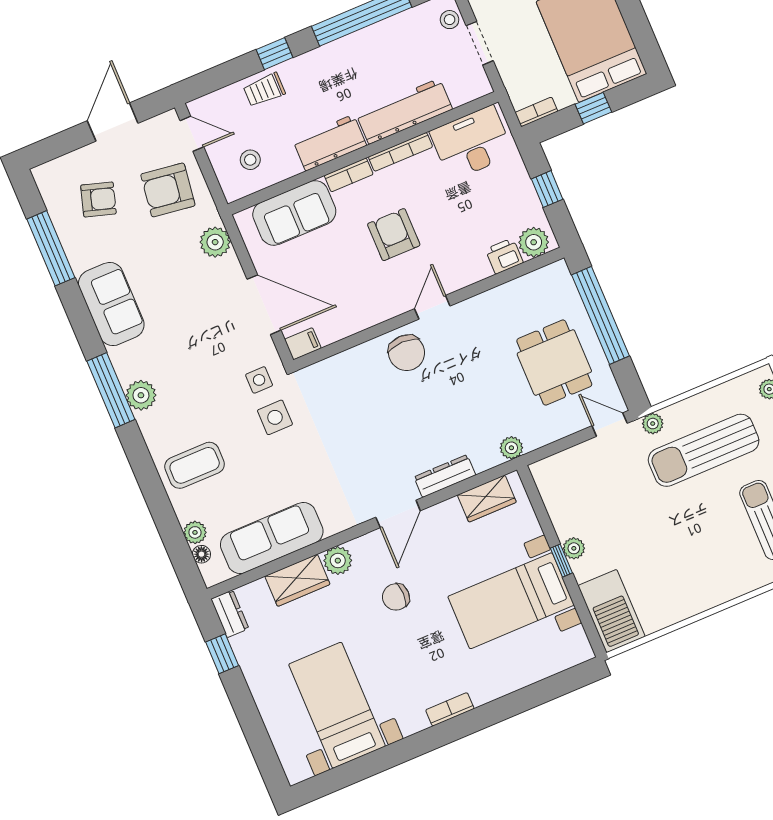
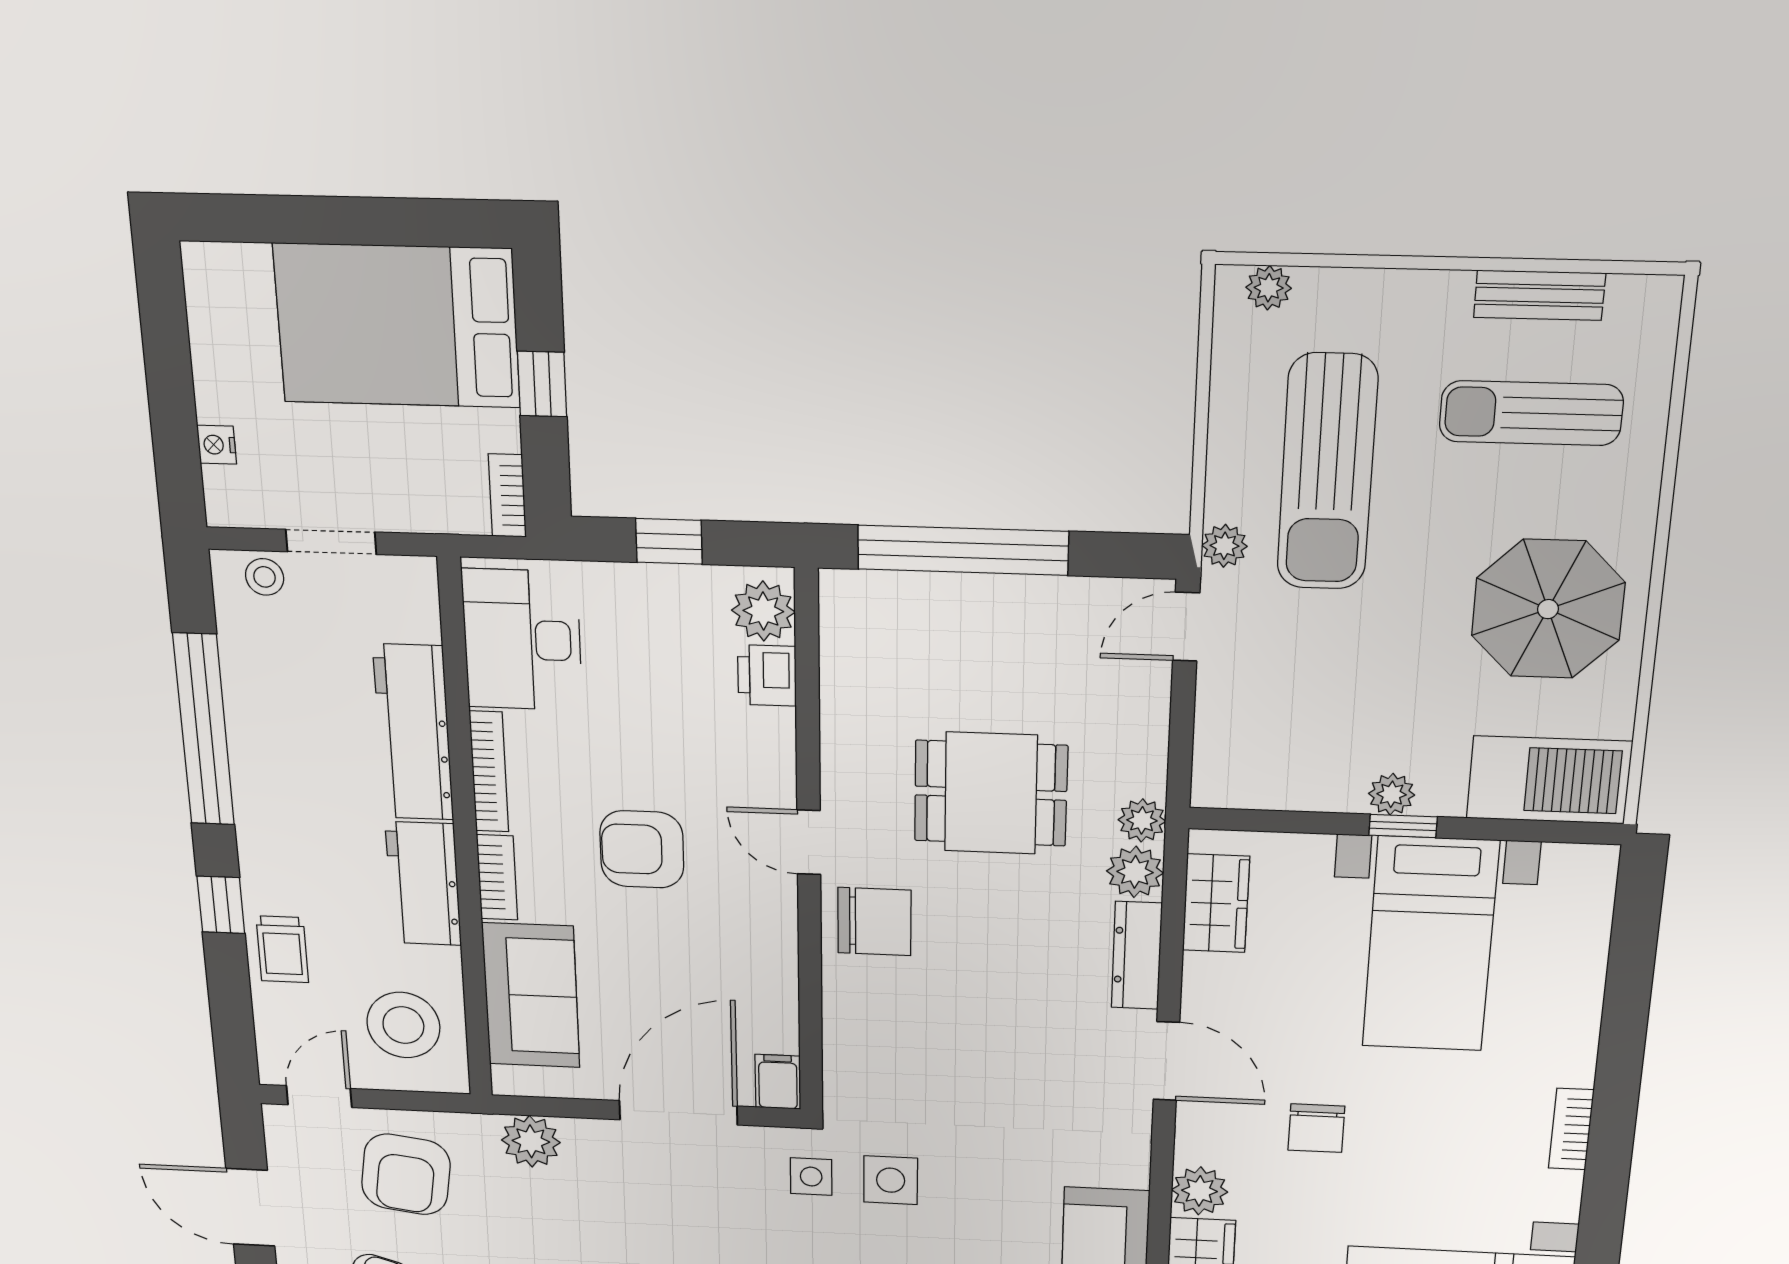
stool: (250, 160) -> (403, 1025), width x1.89, depth x1.89
dining table: (554, 363) -> (991, 793), moved
plant: (485, 456) -> (1135, 872), added
parasol: (687, 570) -> (1548, 609), added

